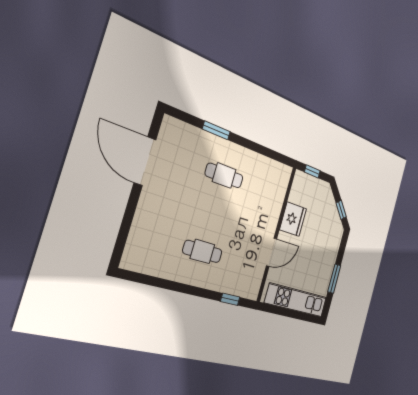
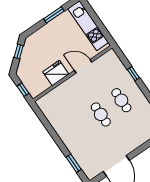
window: (216, 130) -> (74, 163), moved
cafe table: (224, 176) -> (101, 114), moved
window: (230, 299) -> (133, 74), moved

